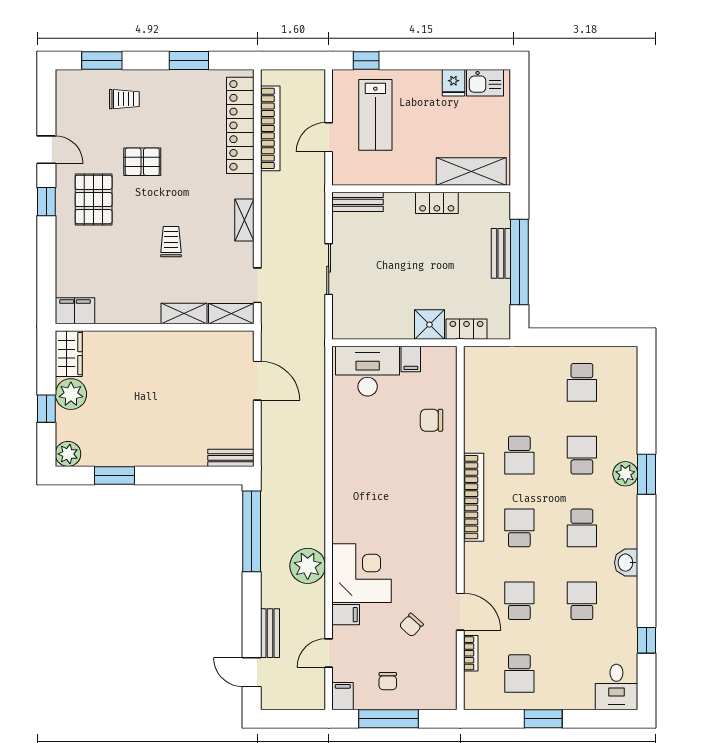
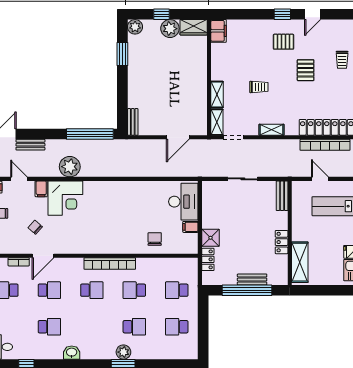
pallet: (94, 199) -> (284, 42), width x0.67, depth x0.71
school desk: (582, 528) -> (177, 290), moved

